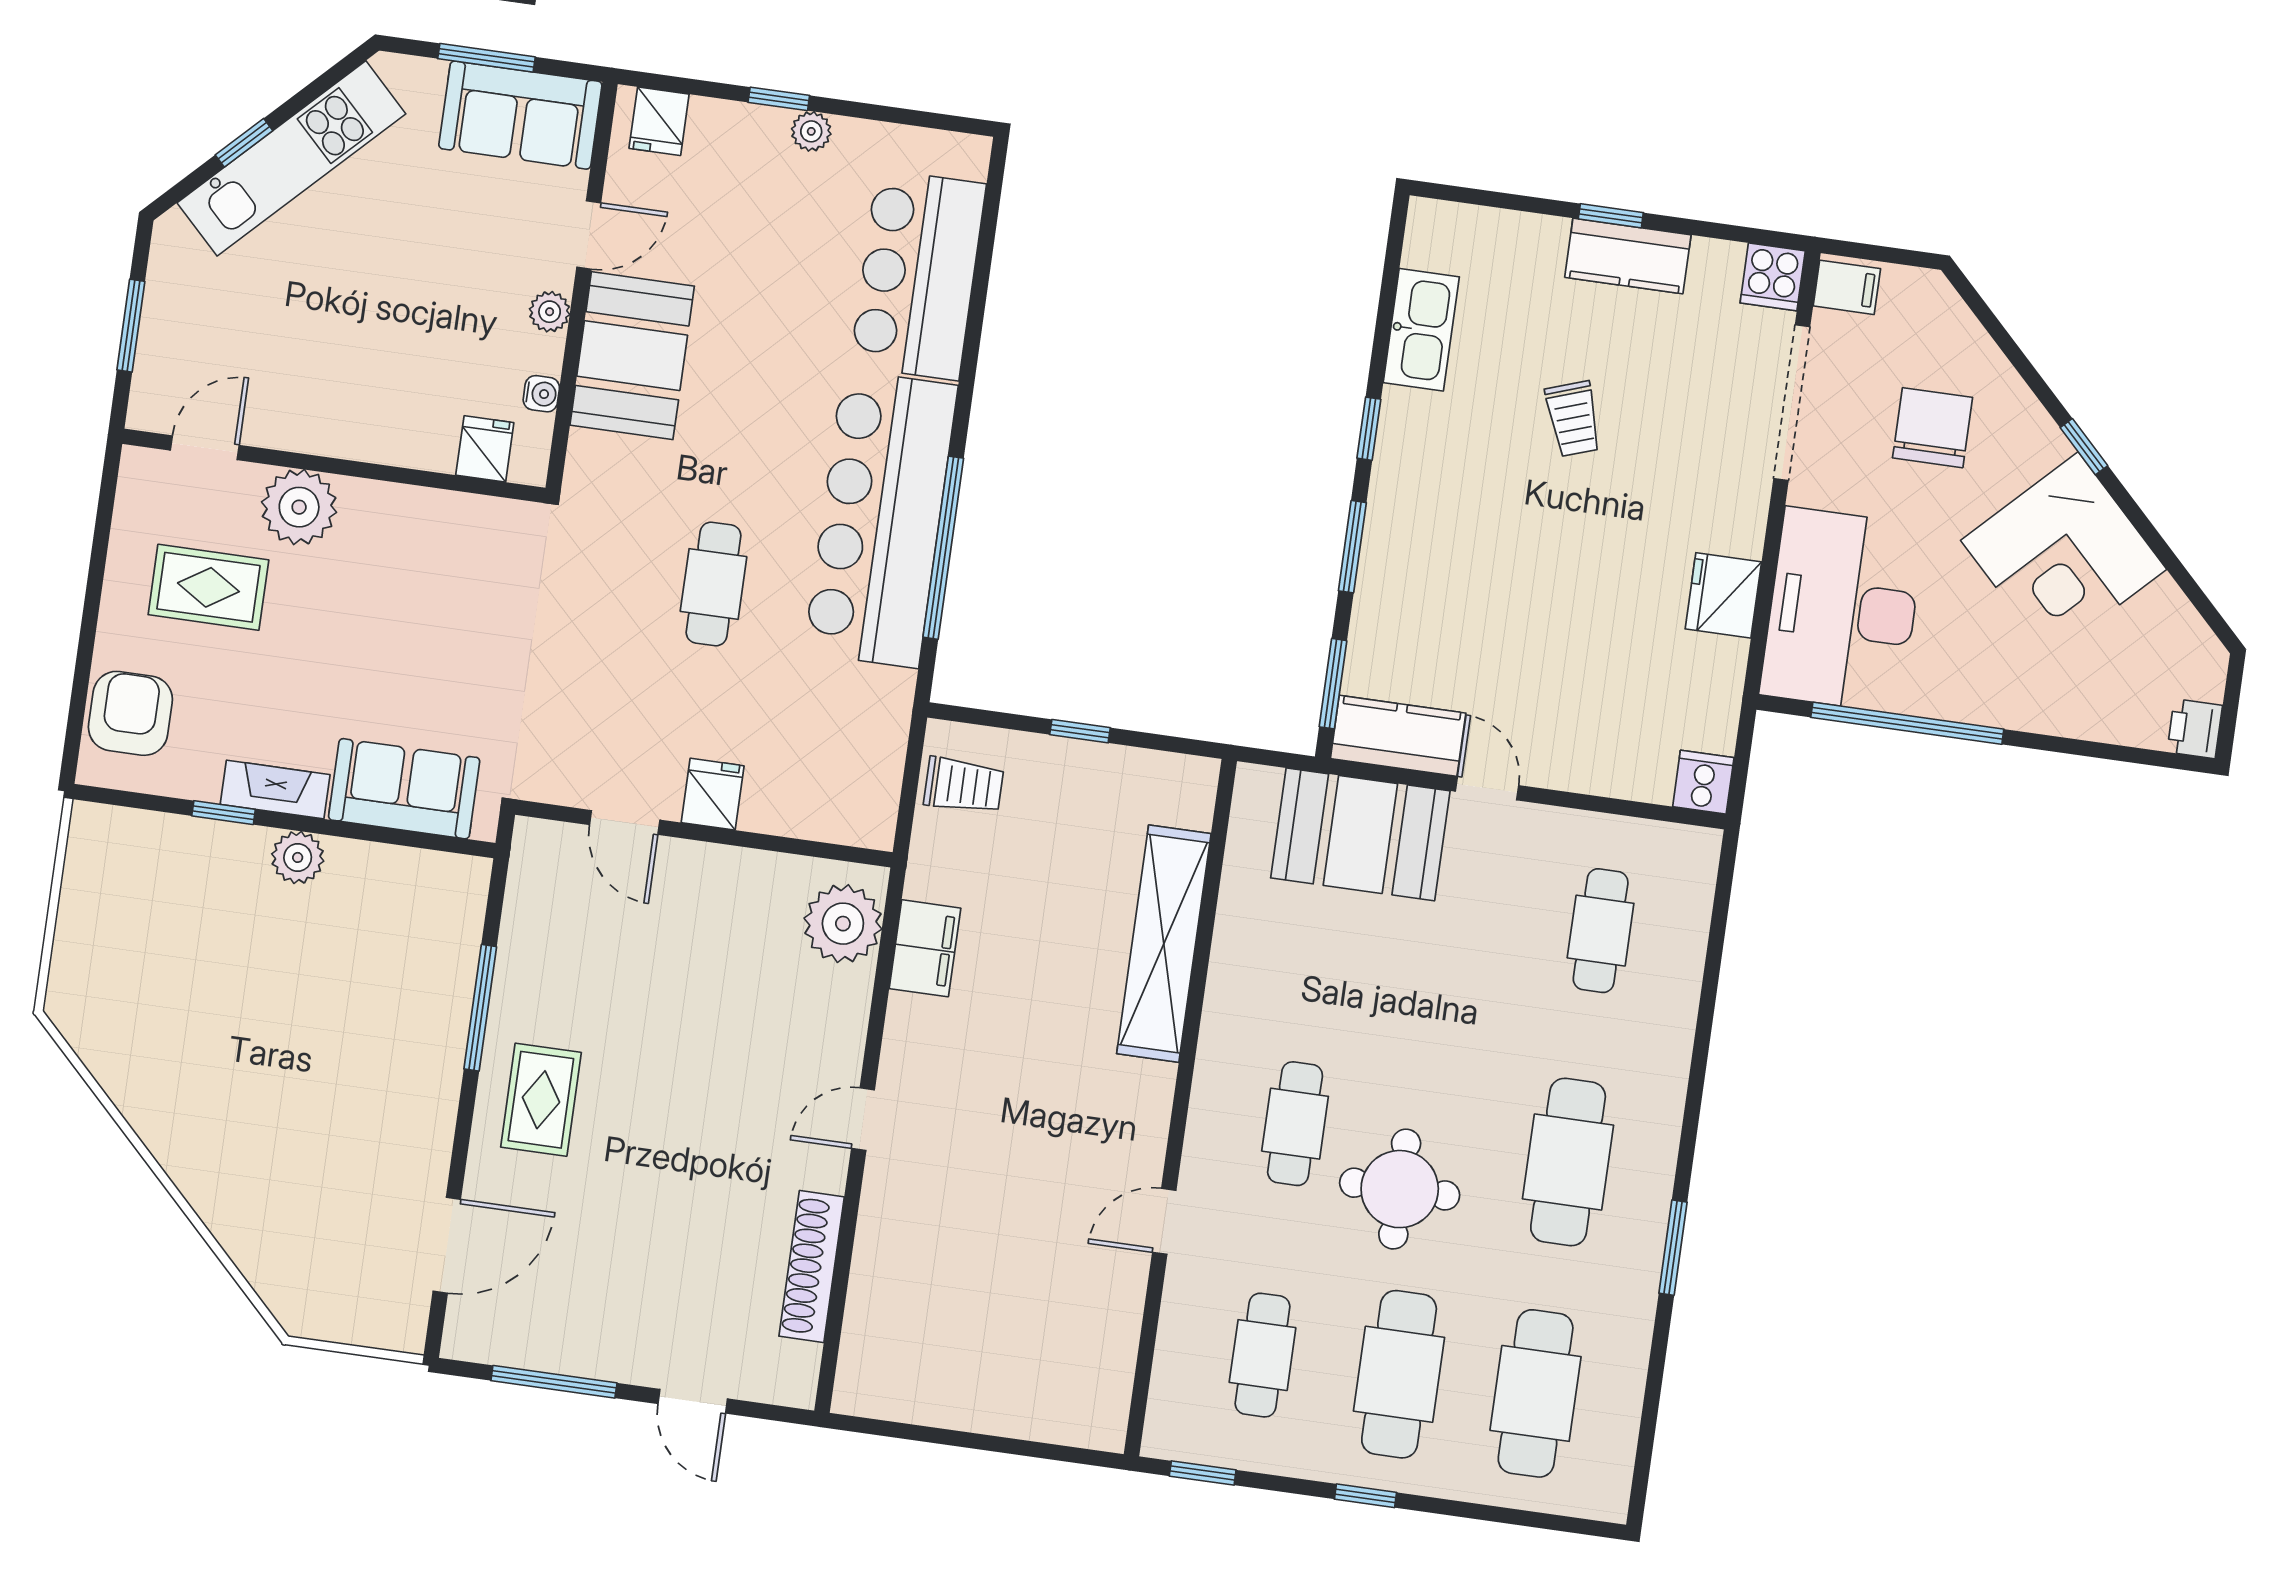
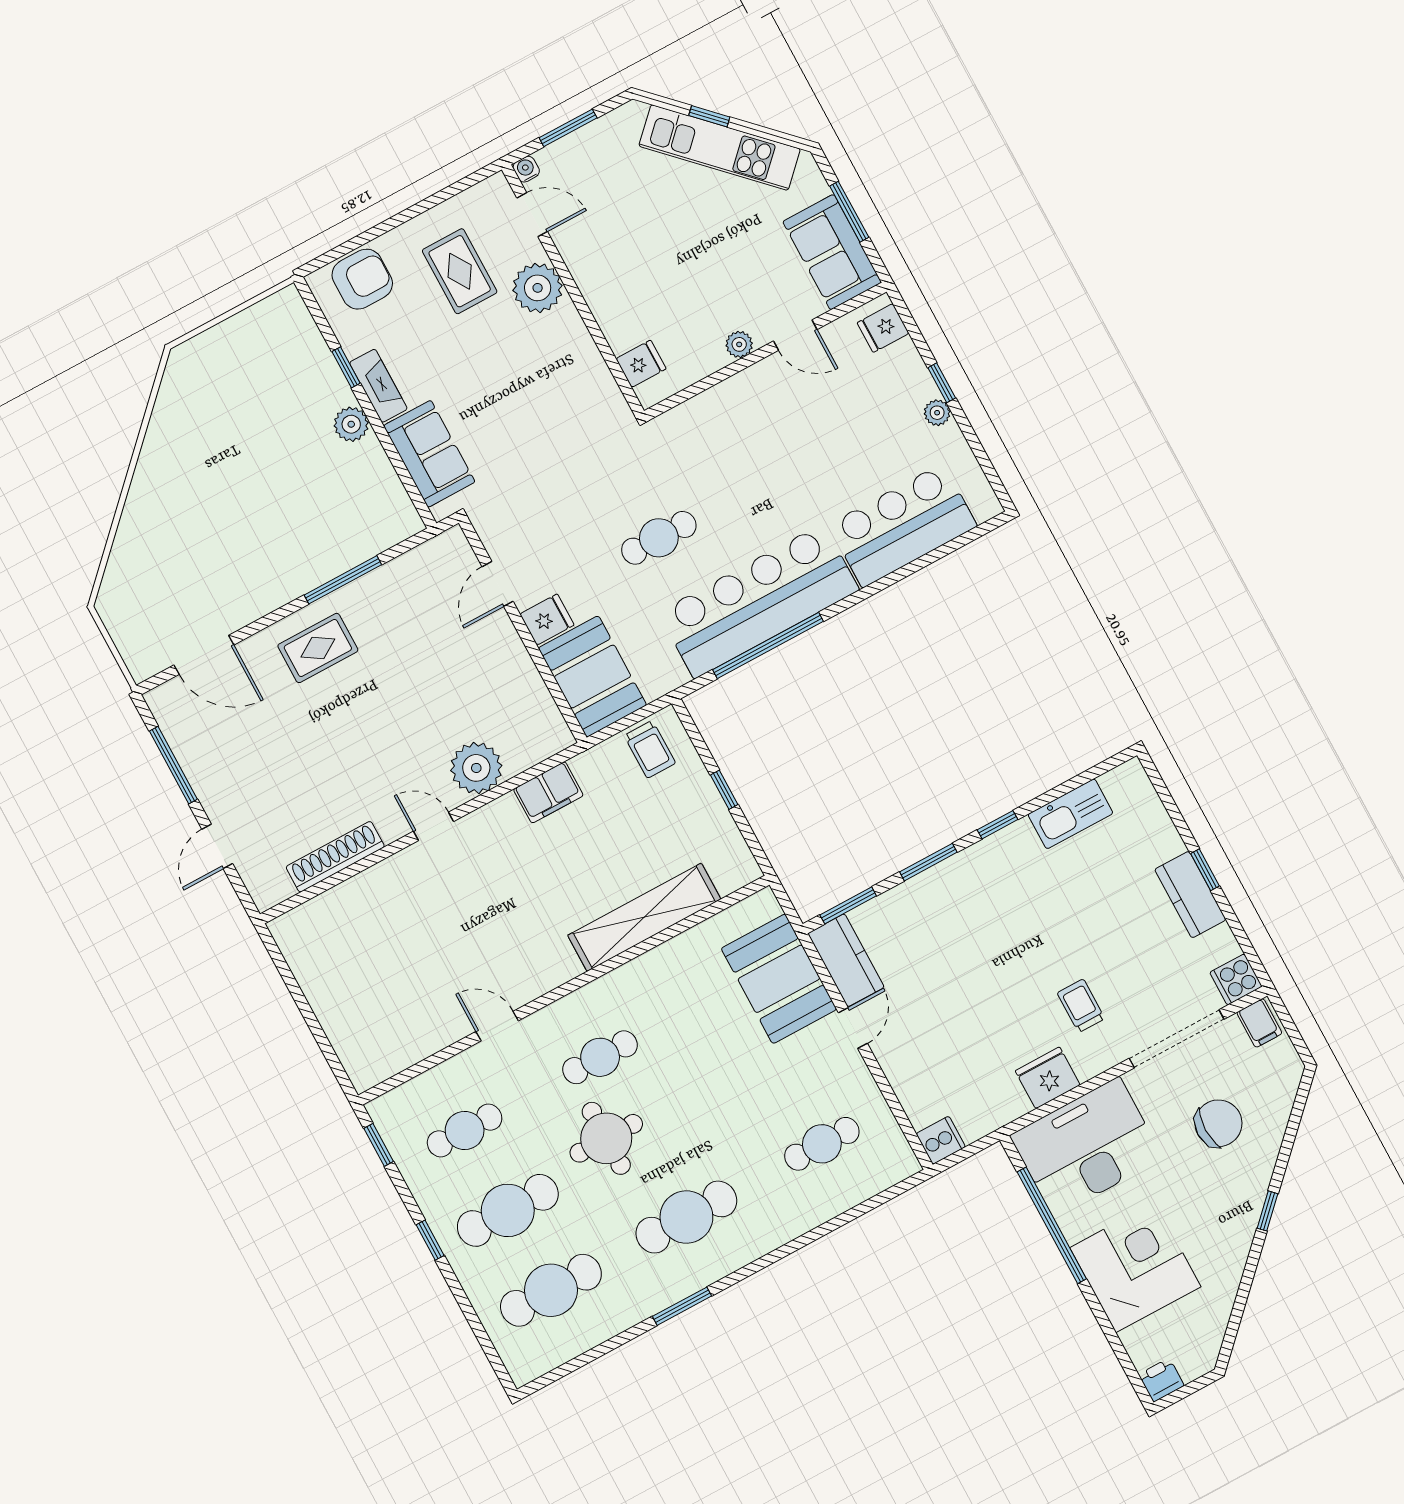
booth: (632, 356) -> (592, 677), moved, turned 90
water cooler: (541, 394) -> (526, 169), moved, turned 180
trolley: (1573, 419) -> (1081, 1006), moved, turned 109
corner desk: (2064, 555) -> (1135, 1267), moved, turned 135
plant: (843, 924) -> (476, 768), moved

